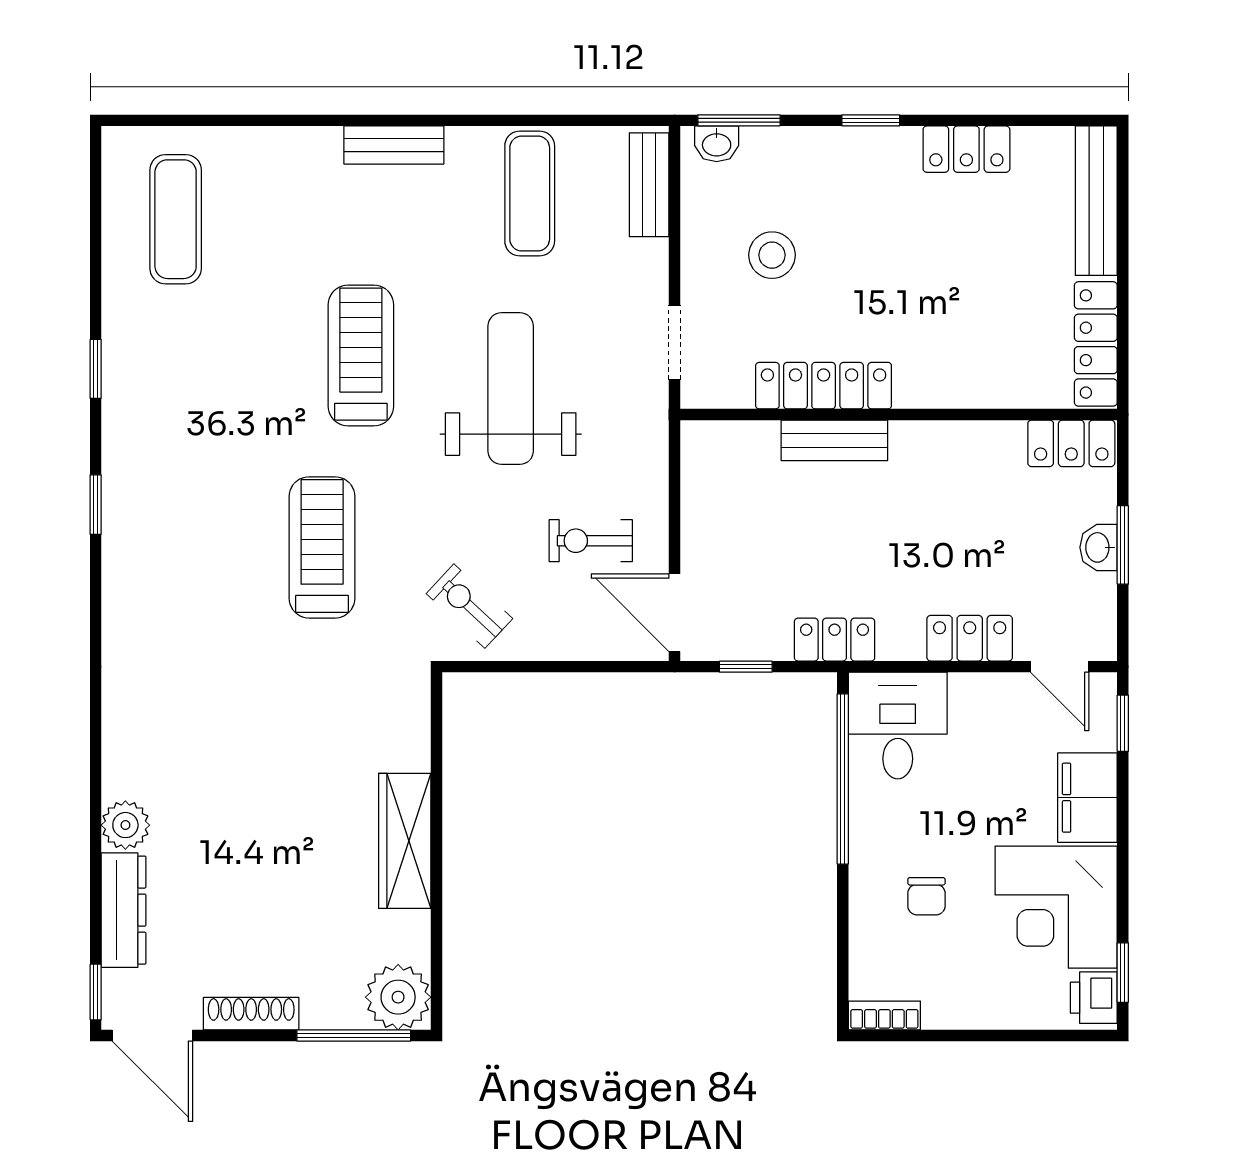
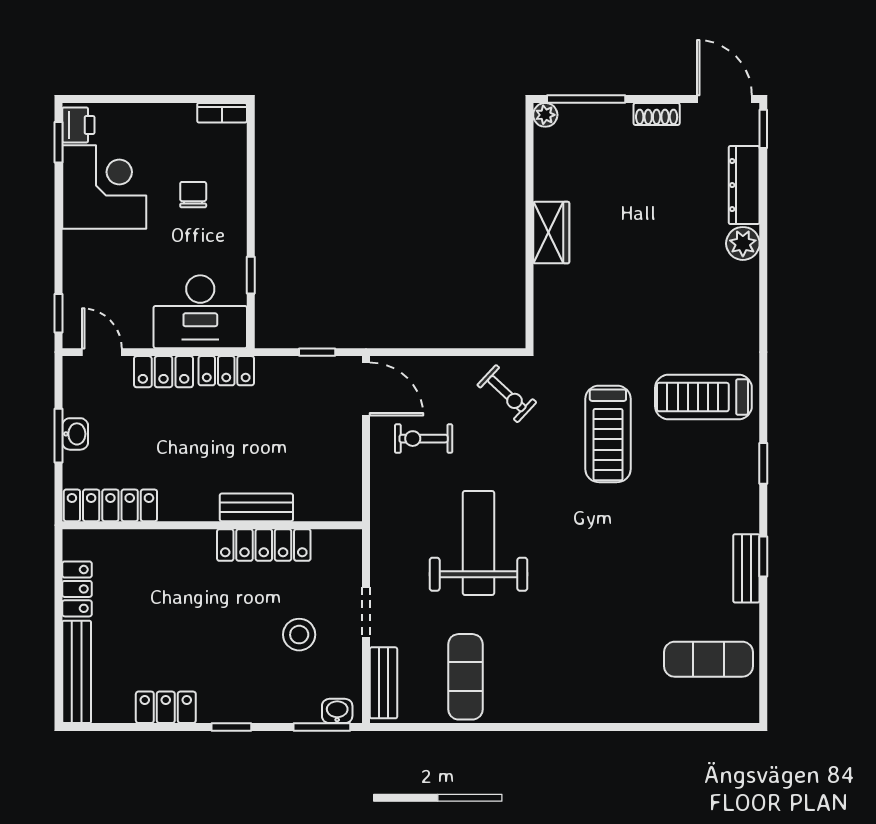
bench: (394, 145) -> (746, 568), moved, turned 90
exercise mat: (176, 219) -> (708, 659), turned 90
doorway: (675, 343) -> (366, 613), moved
locker: (1096, 344) -> (77, 589), width x0.66
treadmill: (361, 356) -> (703, 397), moved, turned 90
weight bench: (511, 389) -> (478, 543), turned 180
locker: (1071, 443) -> (110, 505), width x1.53
exercise bike: (591, 541) -> (424, 439), turned 180
locker: (835, 640) -> (226, 371), moved
desk: (898, 726) -> (200, 312), width x1.37
window: (843, 779) -> (251, 275), width x0.32
filing cabinet: (1087, 798) -> (83, 262), removed
wardrobe: (405, 841) -> (551, 233), width x0.67
plant: (398, 997) -> (545, 115), width x0.53, depth x0.53
shoe rack: (251, 1014) -> (657, 114), width x0.70

